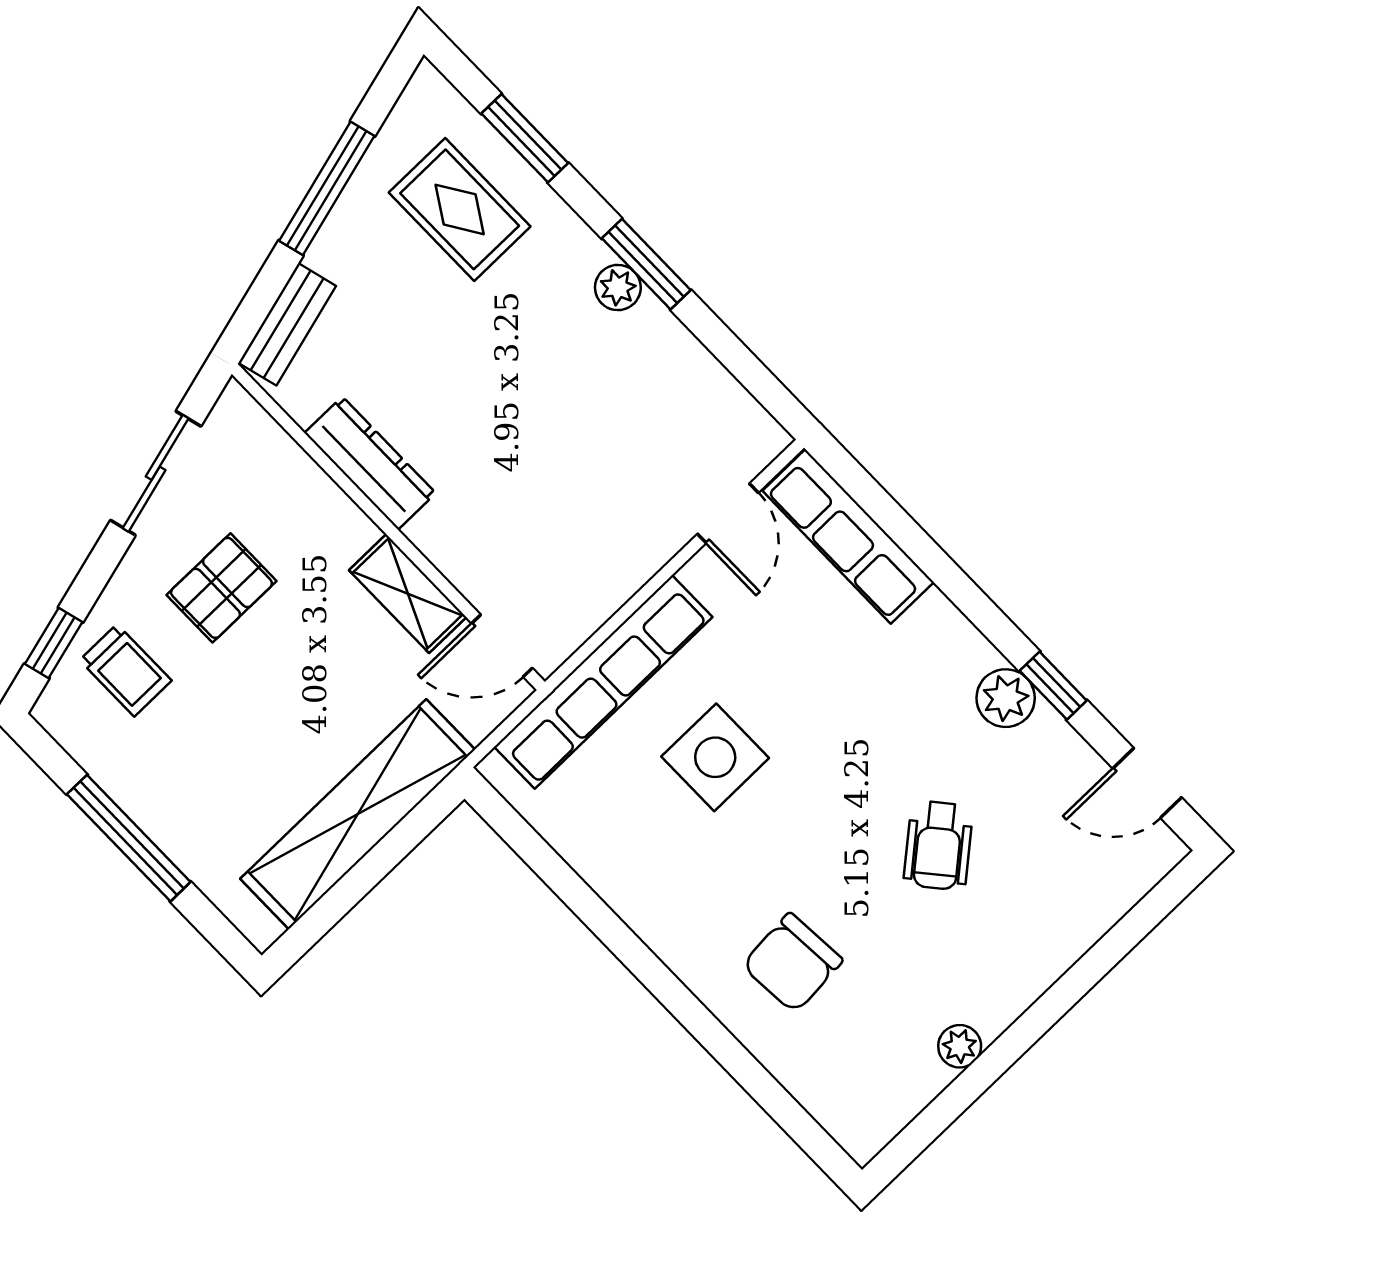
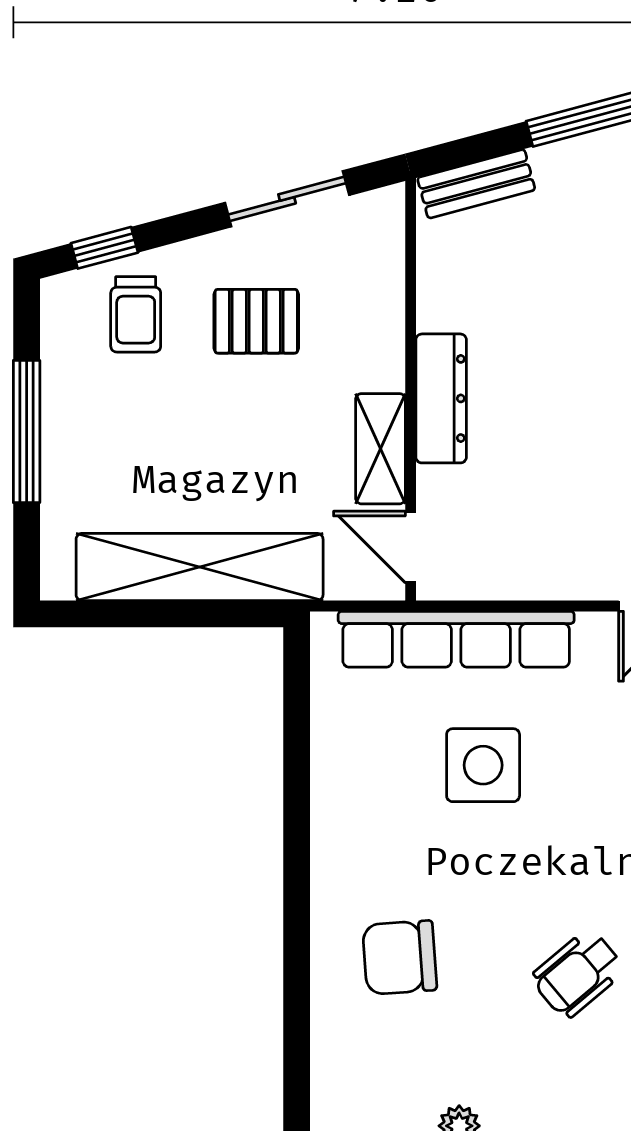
dresser: (370, 463) -> (441, 398), moved

